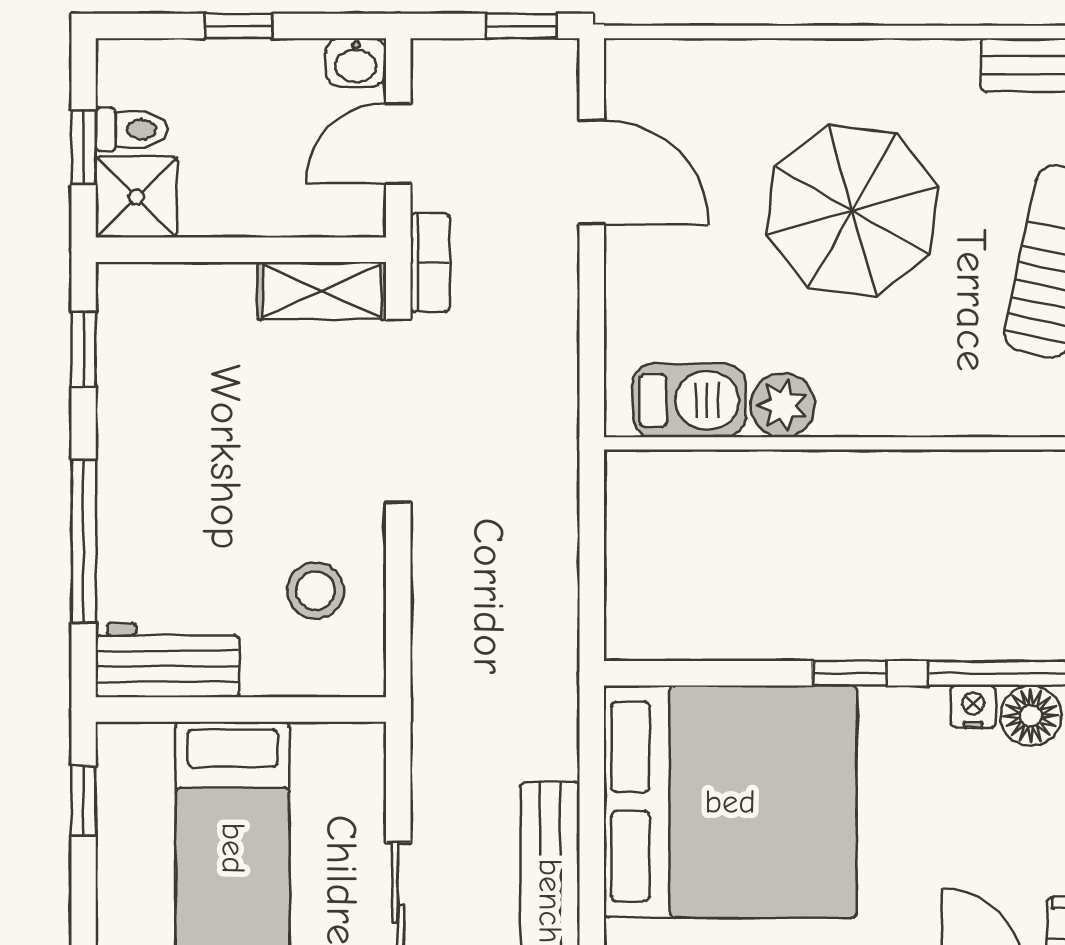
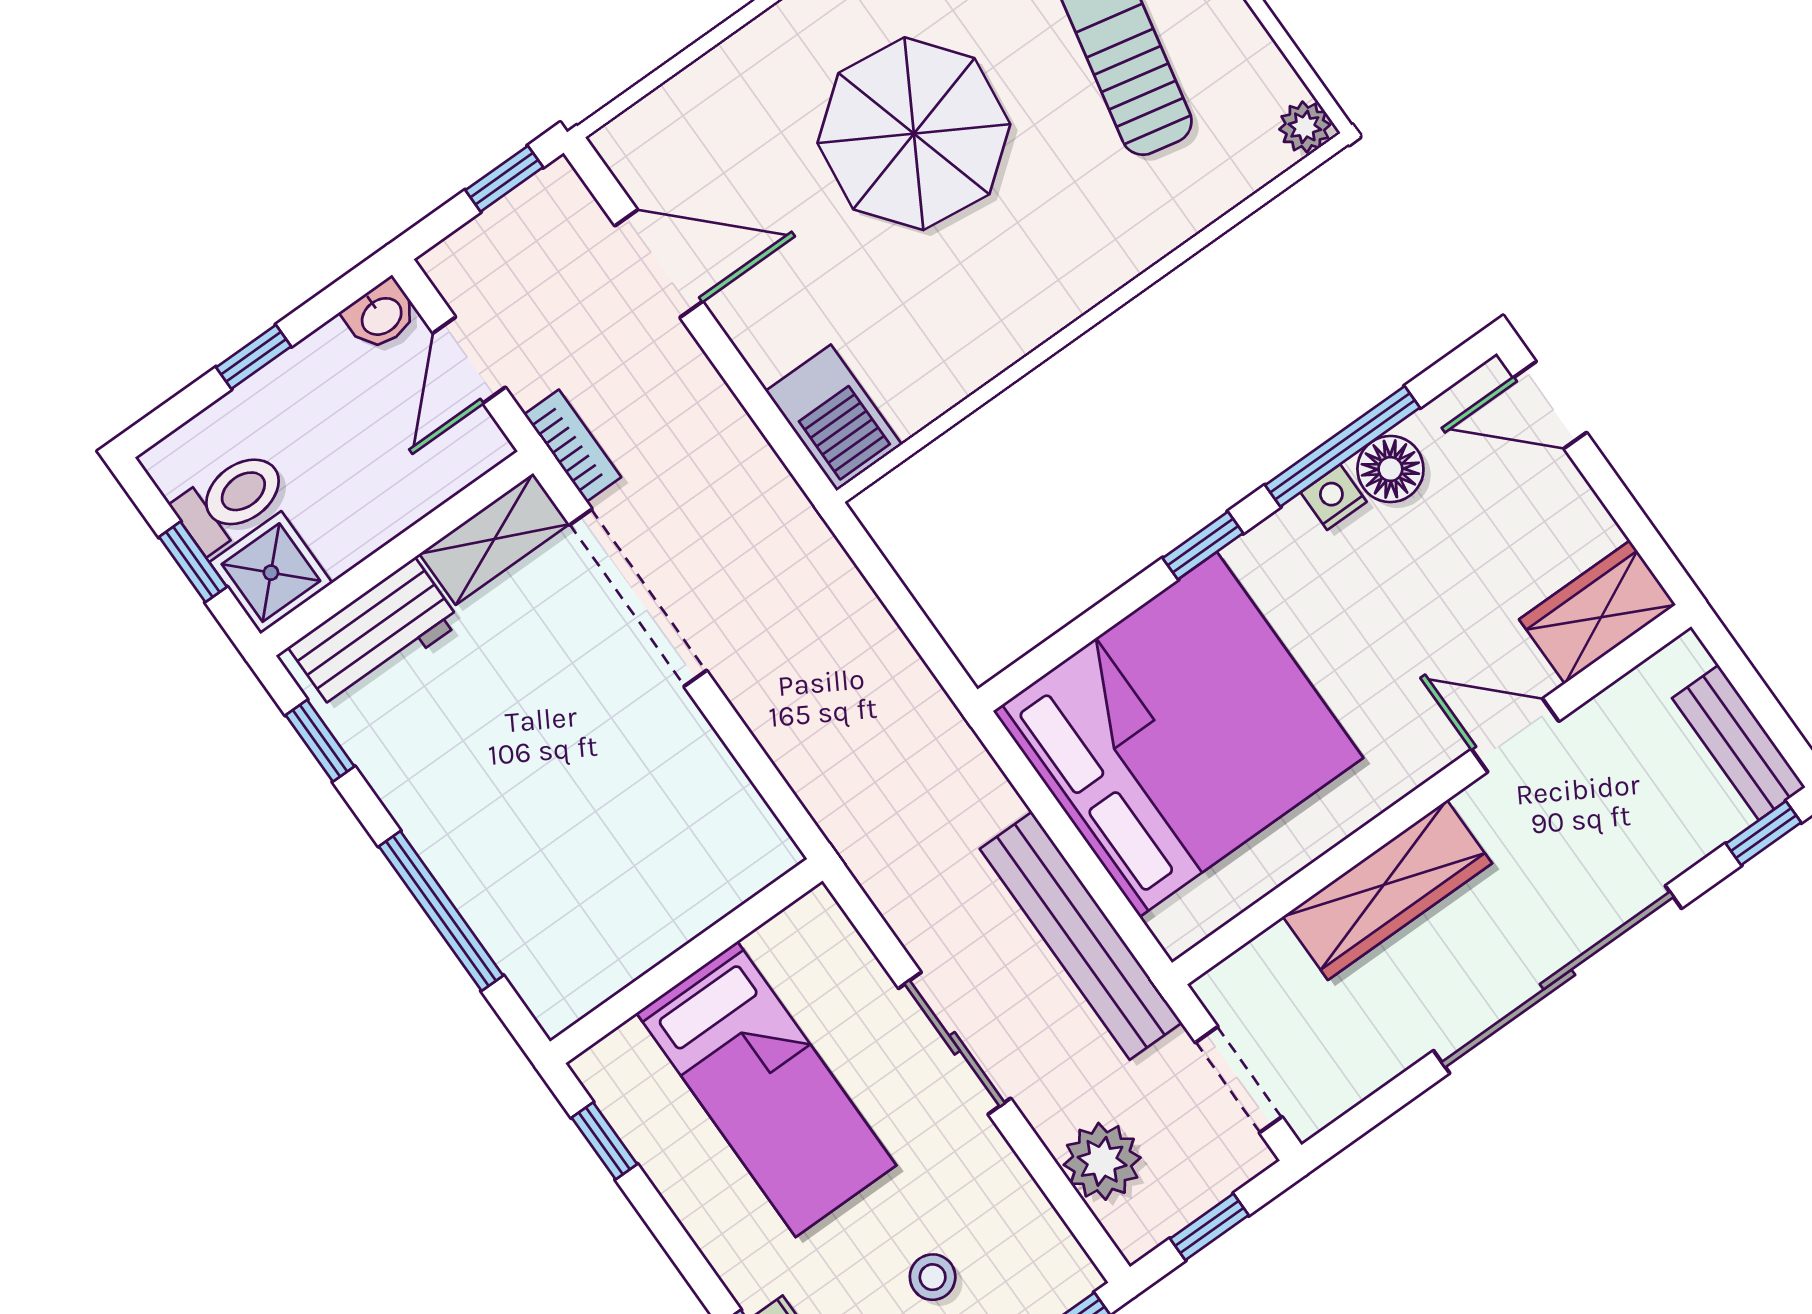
toilet: (131, 129) -> (231, 500), width x1.37, depth x1.39
barbecue: (689, 400) -> (834, 418), moved, turned 90
plant: (783, 405) -> (975, 350), removed
stool: (315, 591) -> (678, 809), removed
workbench: (167, 660) -> (375, 635), moved, turned 180

